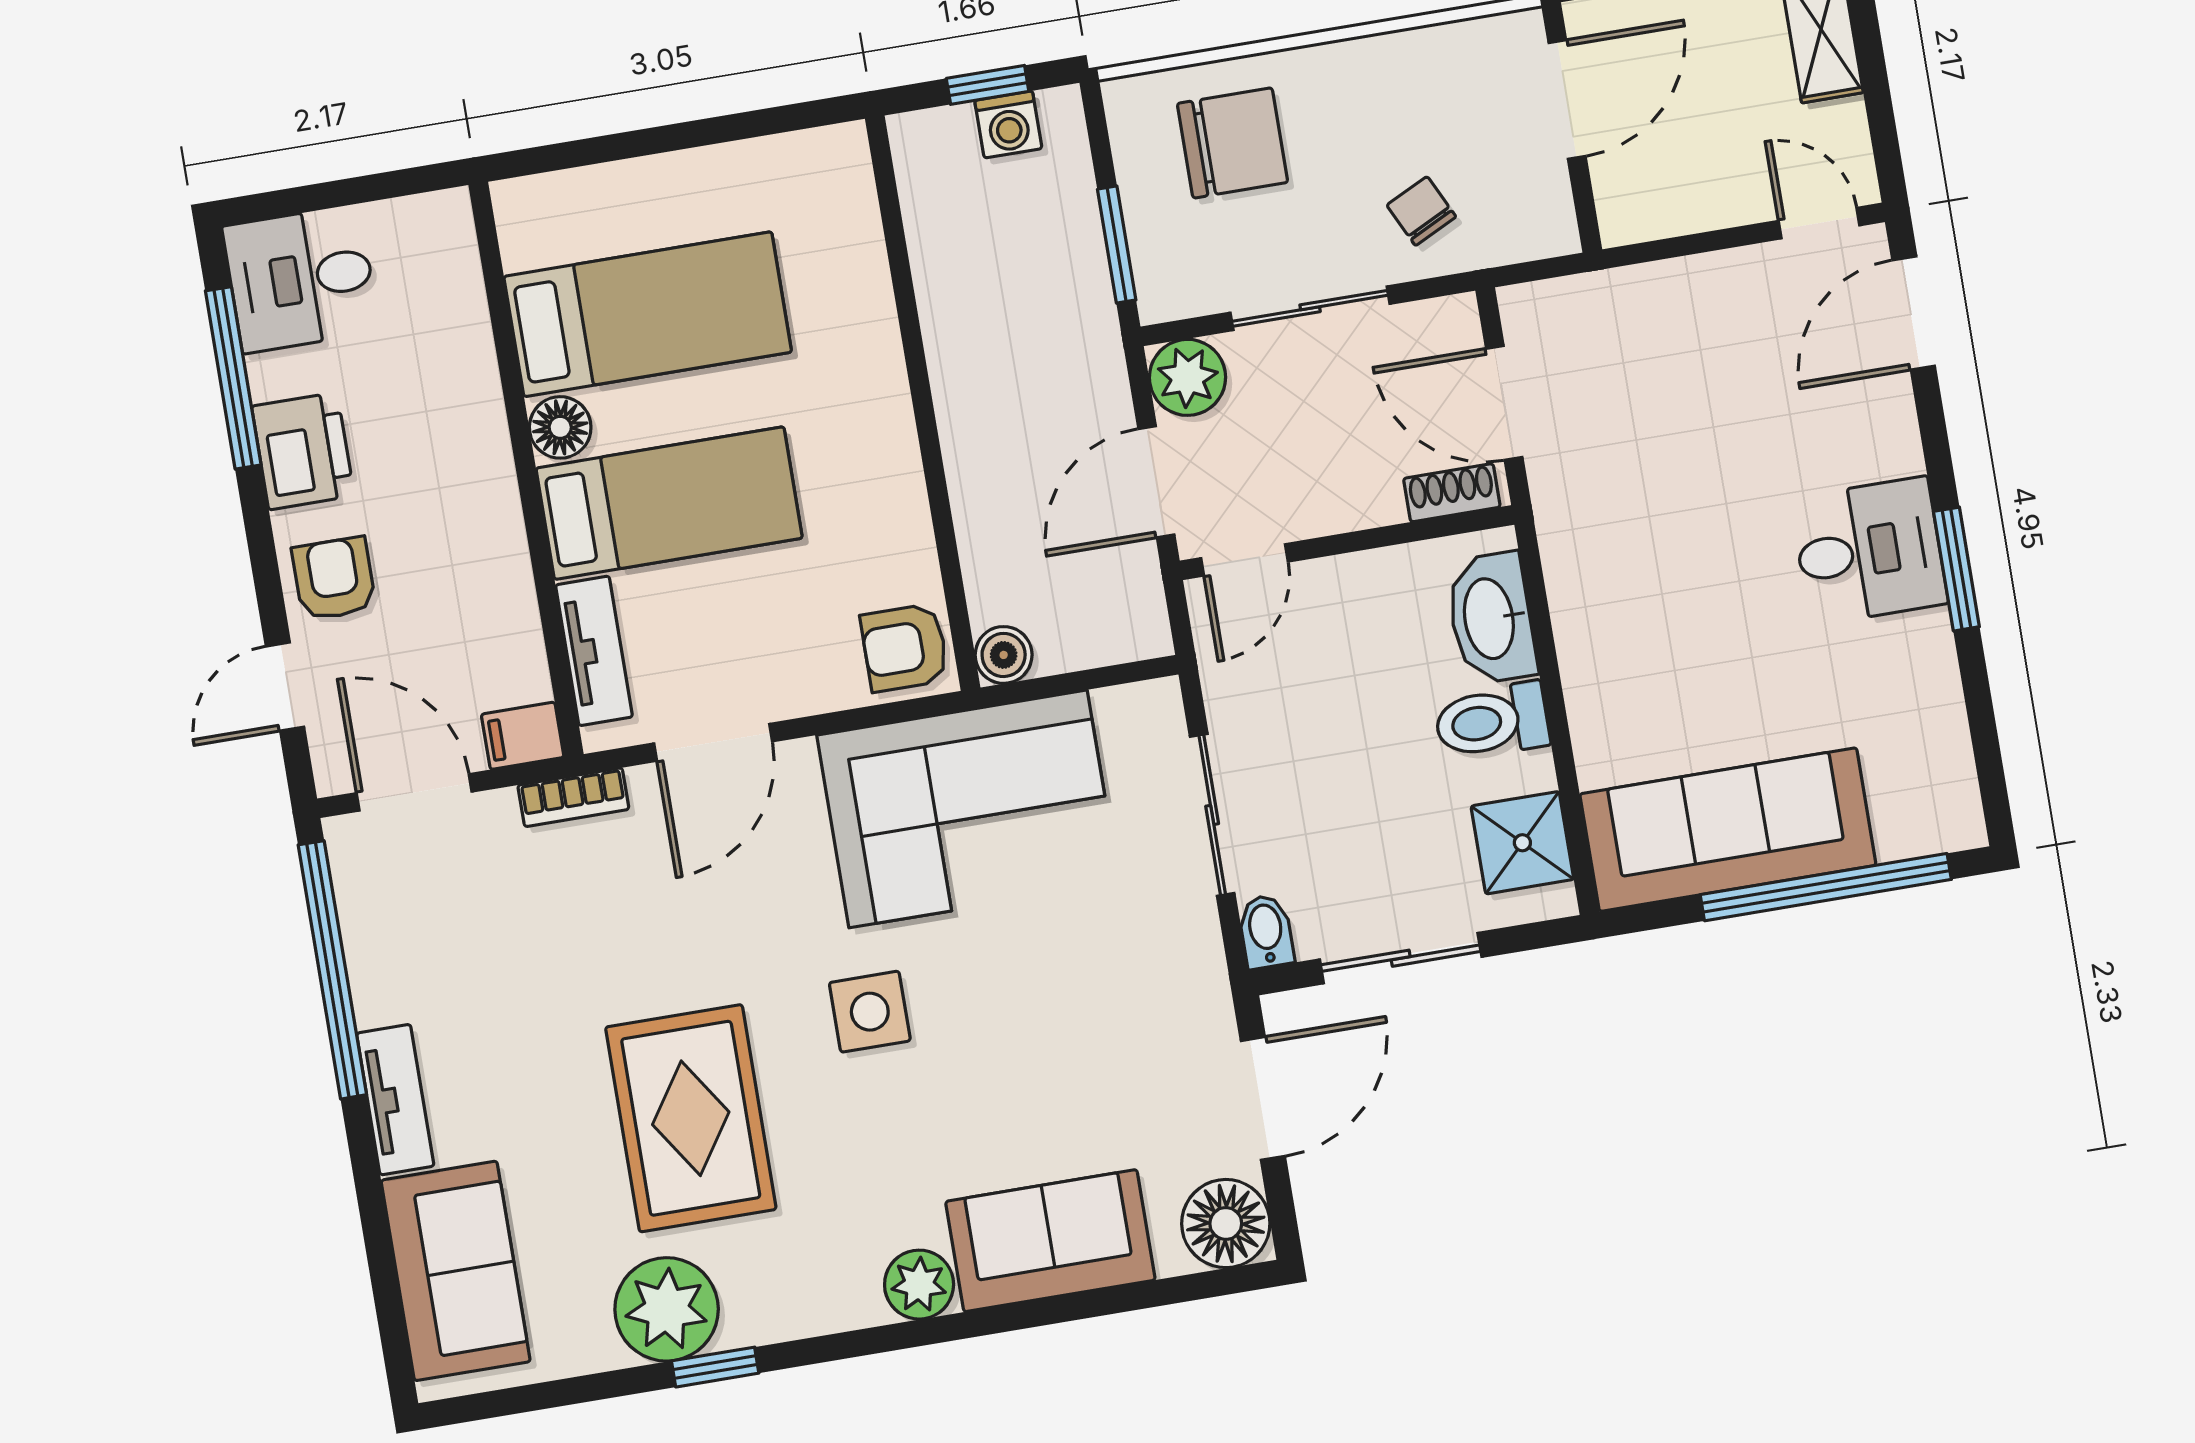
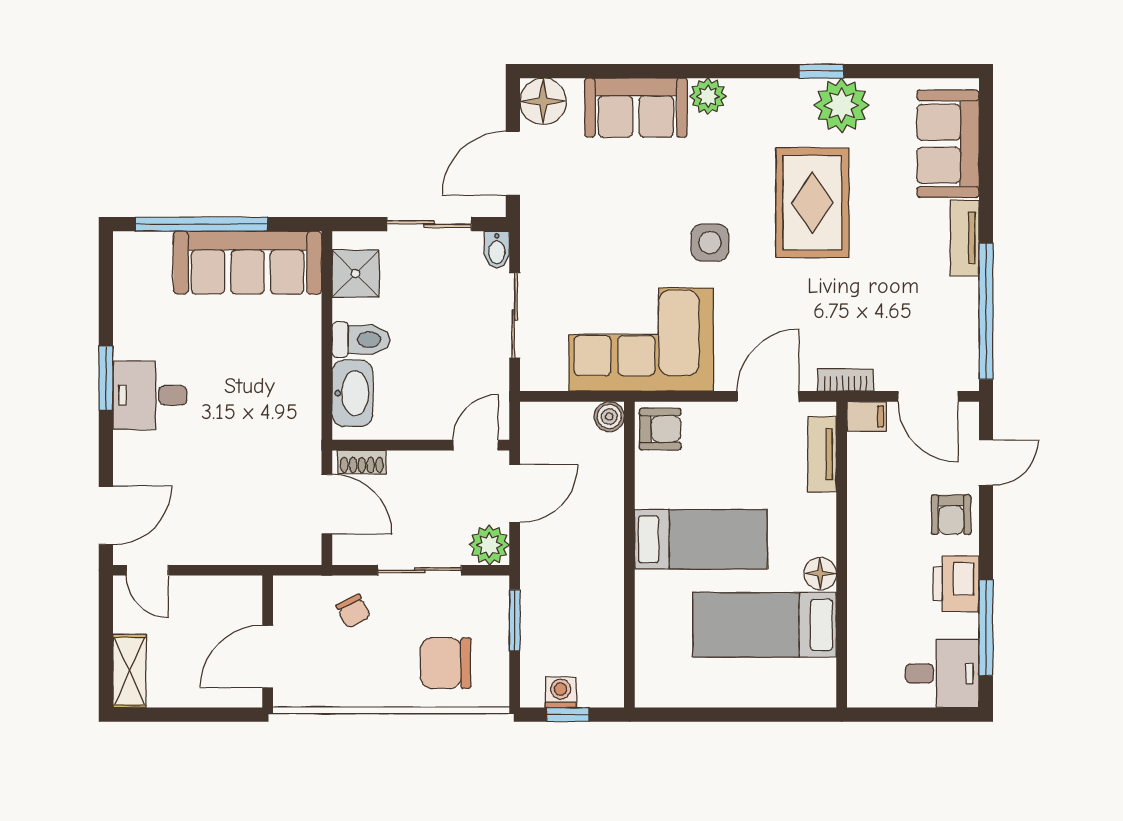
bed: (669, 503) -> (701, 539), moved, turned 180

